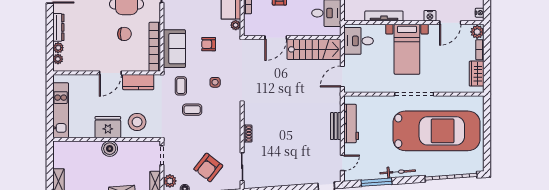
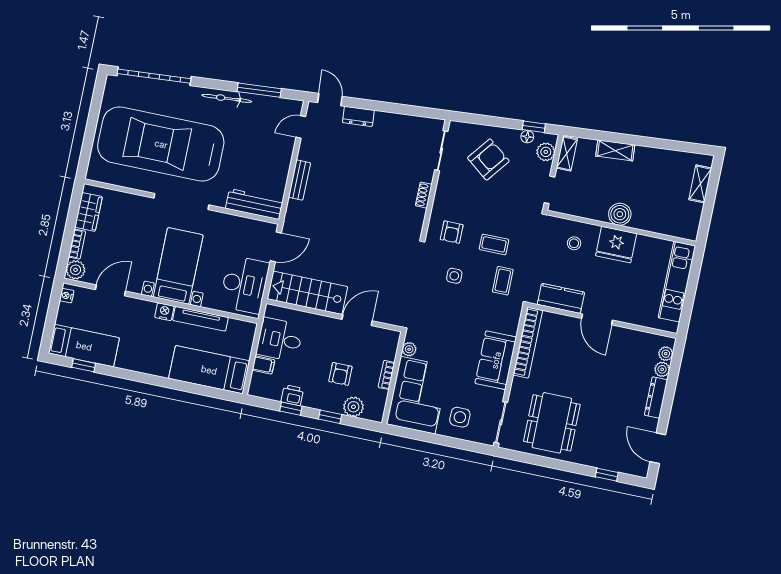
nightstand: (430, 16) -> (164, 312), moved
chair: (124, 34) -> (566, 369), removed
desk: (359, 41) -> (244, 285), width x1.37
armchair: (209, 44) -> (452, 232), moved, turned 90
sofa: (174, 49) -> (496, 360), moved
door: (110, 73) -> (597, 319), swing flipped
stool: (137, 122) -> (574, 243), width x0.53, depth x0.53
workbench: (351, 123) -> (254, 204), moved, turned 90
dresser: (304, 178) -> (358, 116), added

